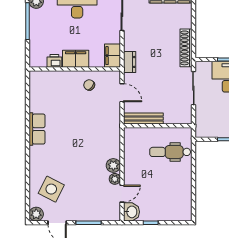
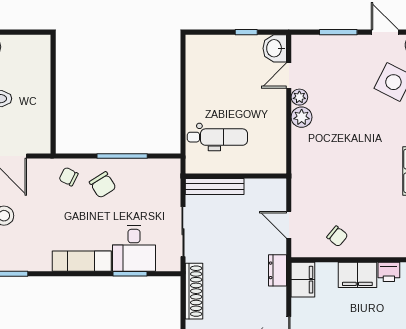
bench: (143, 119) -> (215, 187), moved

